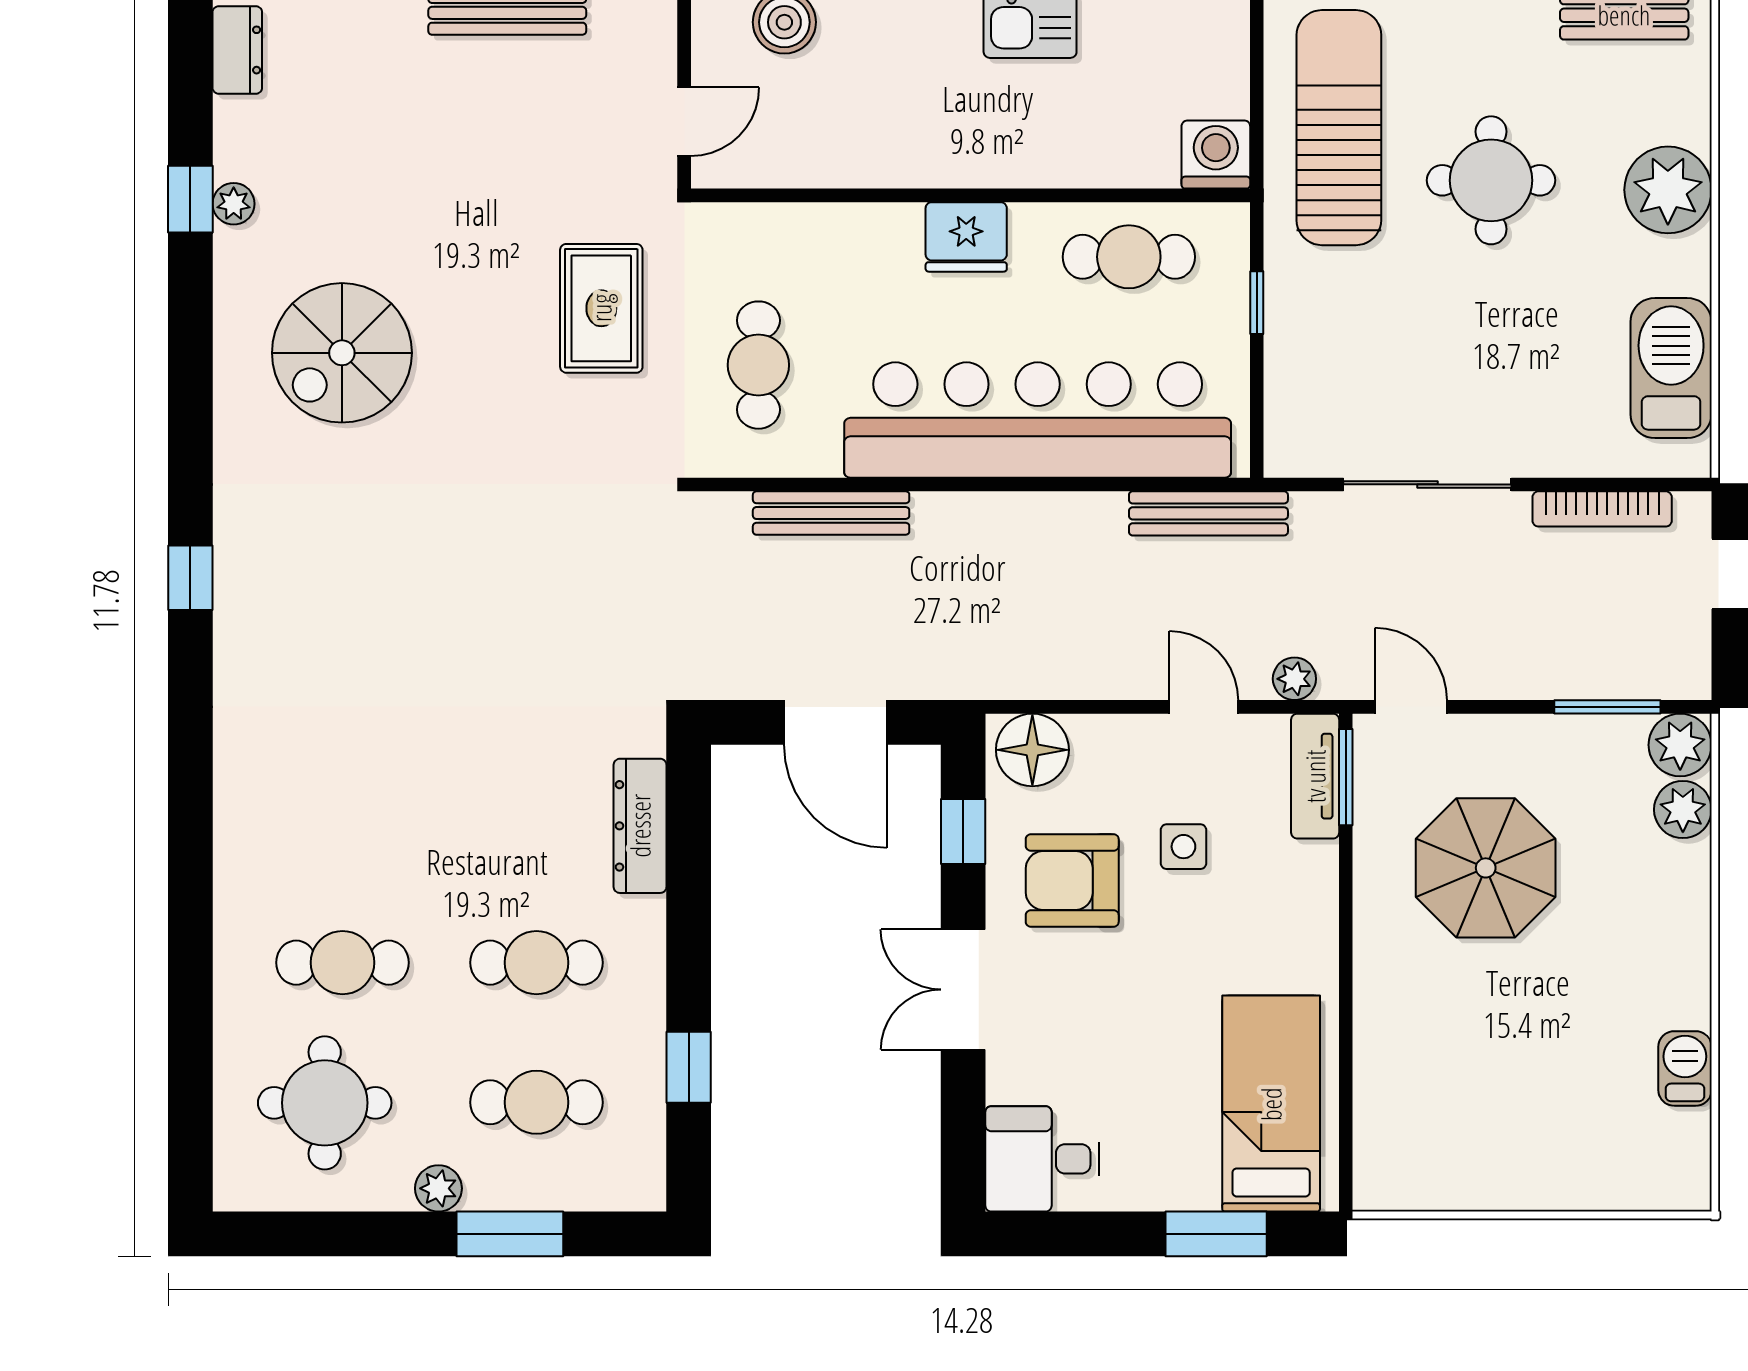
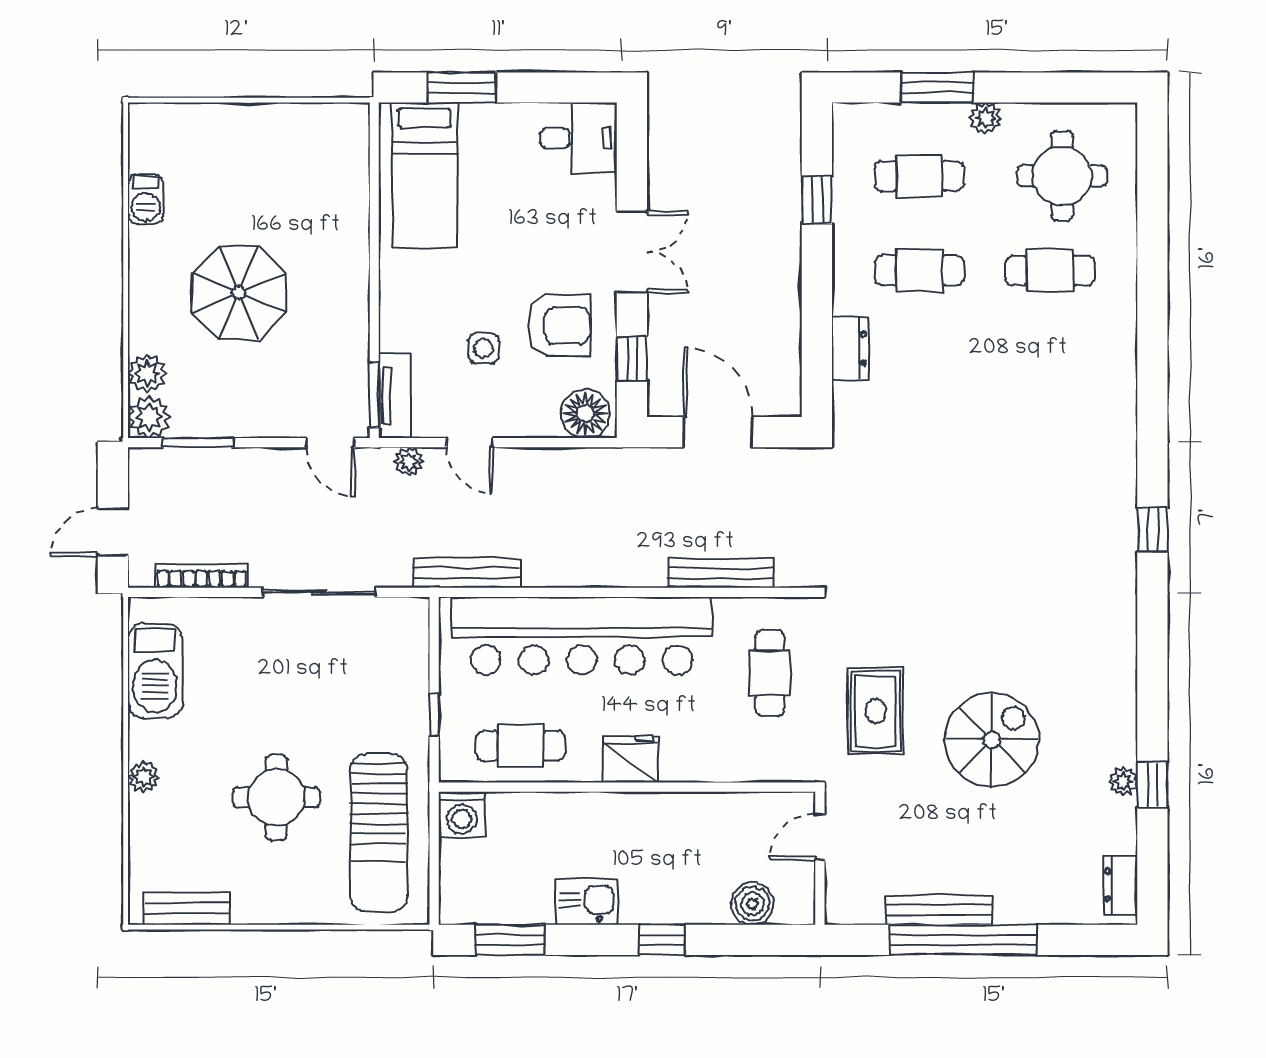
plant: (1668, 190) -> (143, 777), width x0.53, depth x0.53
spiral stairs: (342, 353) -> (992, 740), moved
dresser: (640, 826) -> (850, 349), width x0.70
parasol: (1486, 868) -> (239, 293), moved

